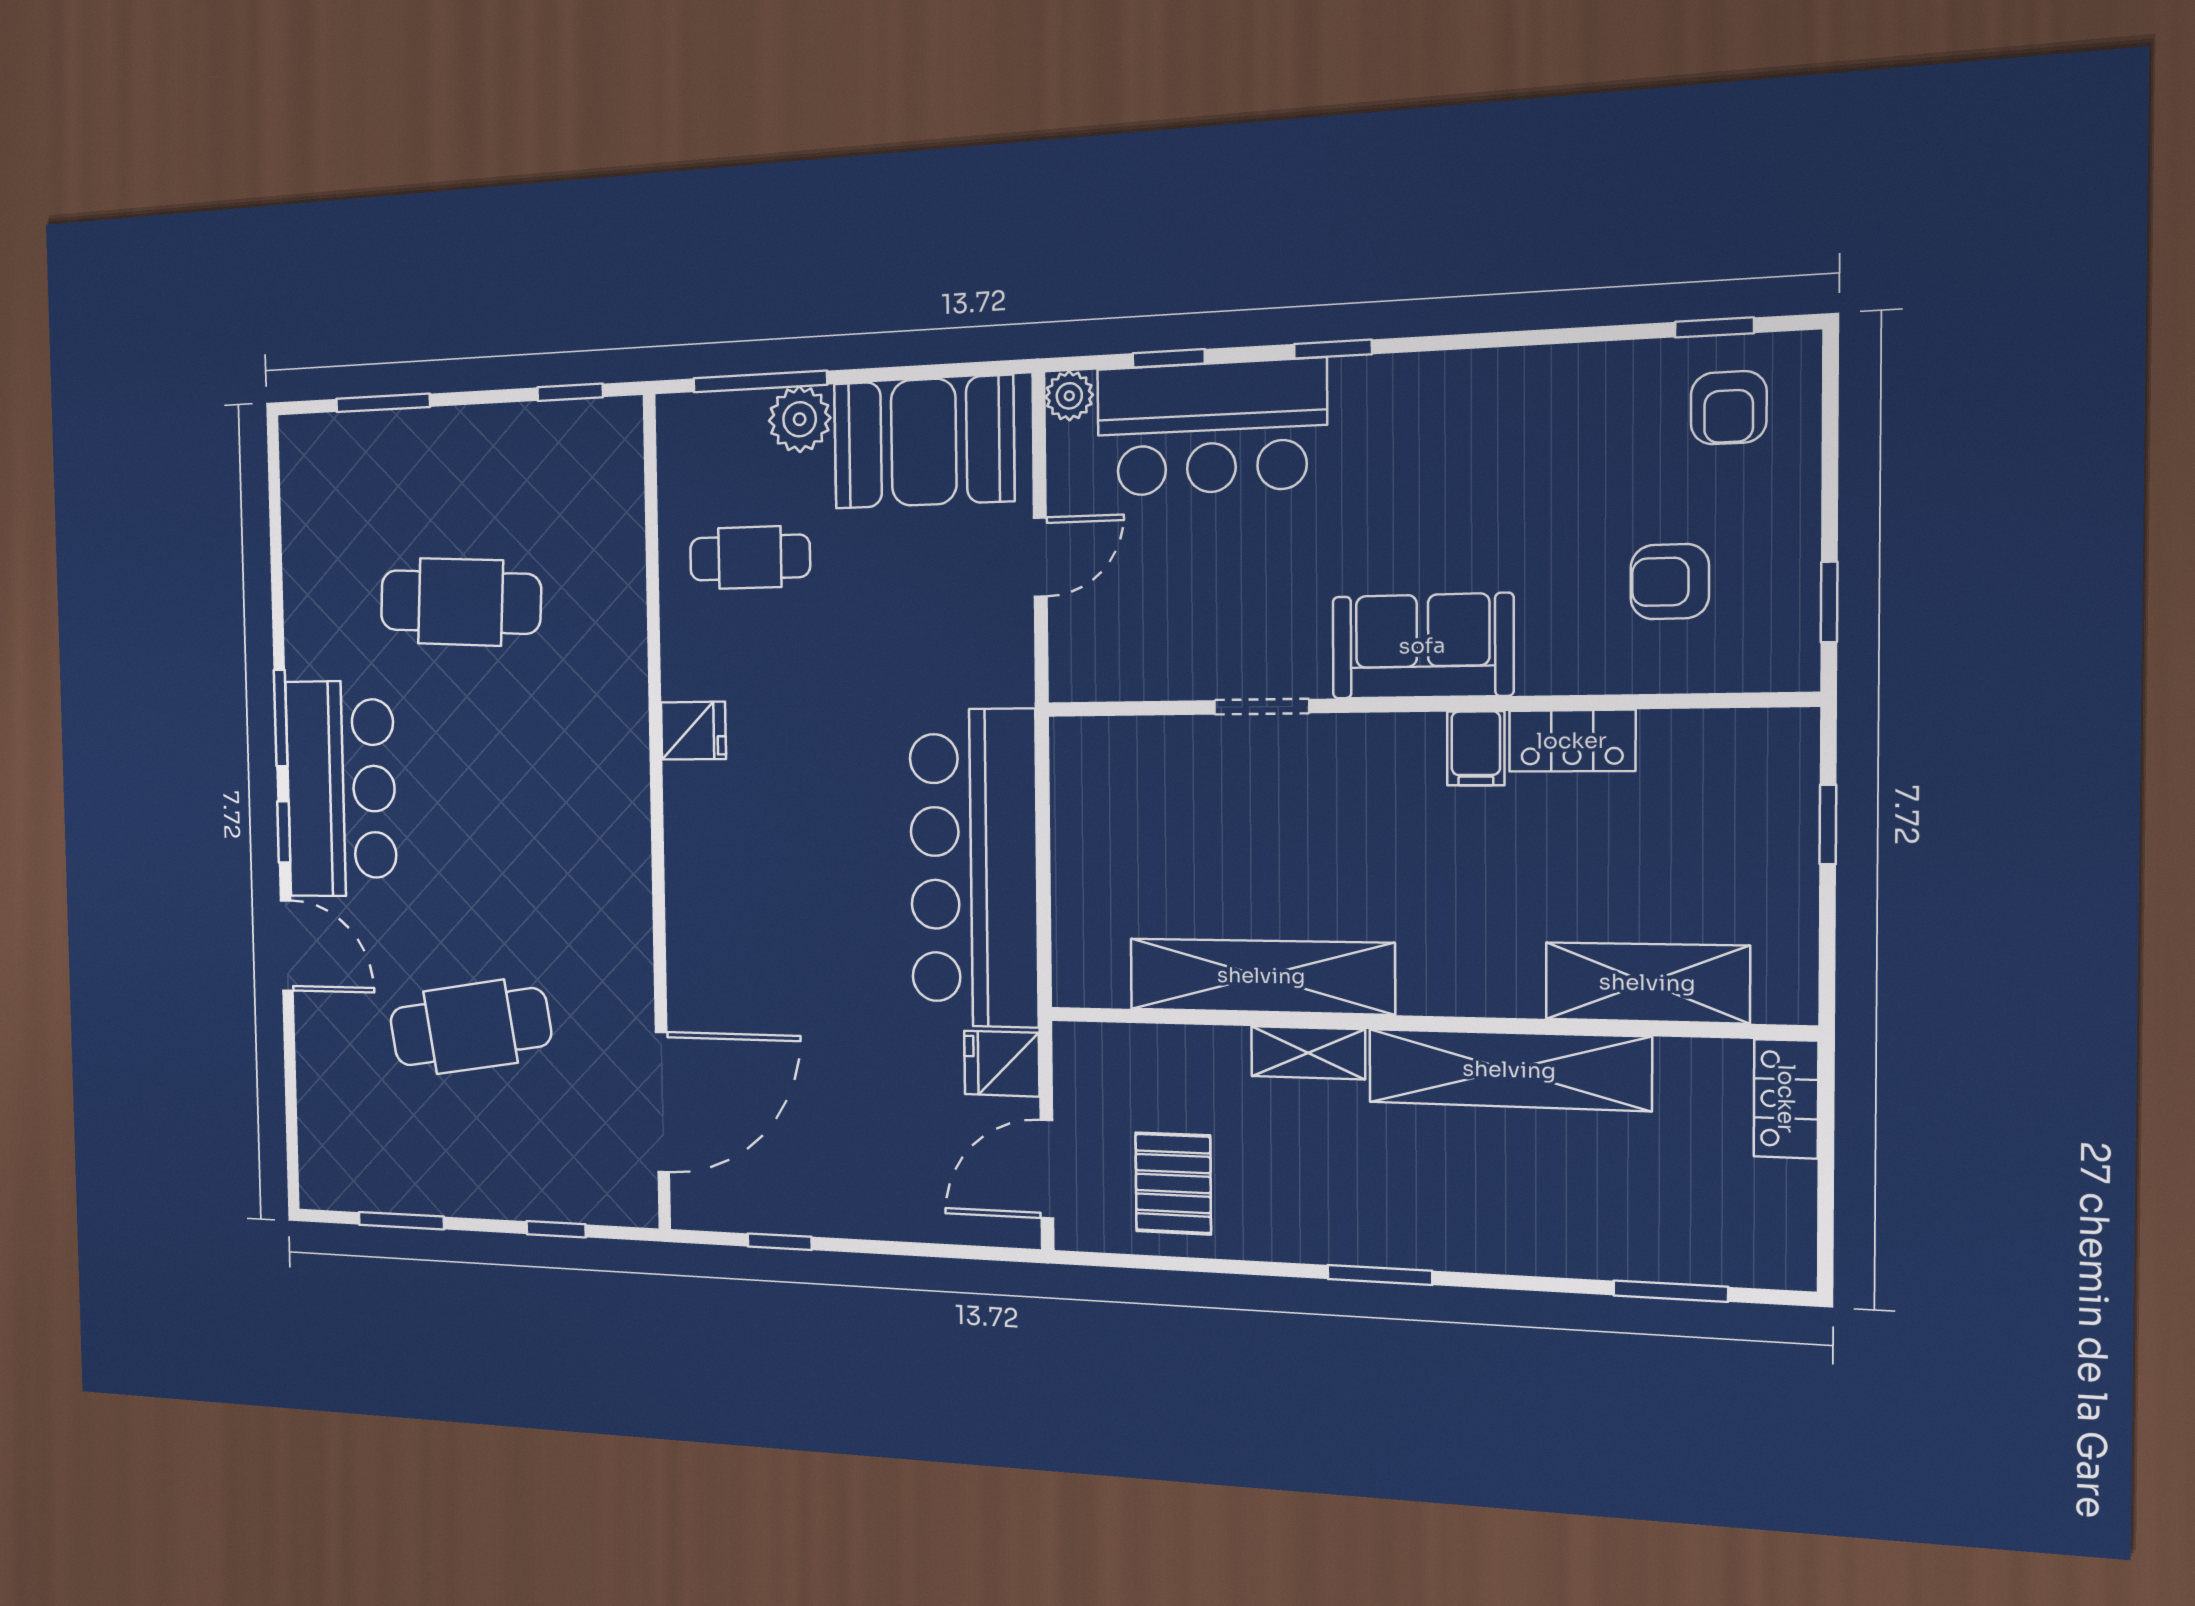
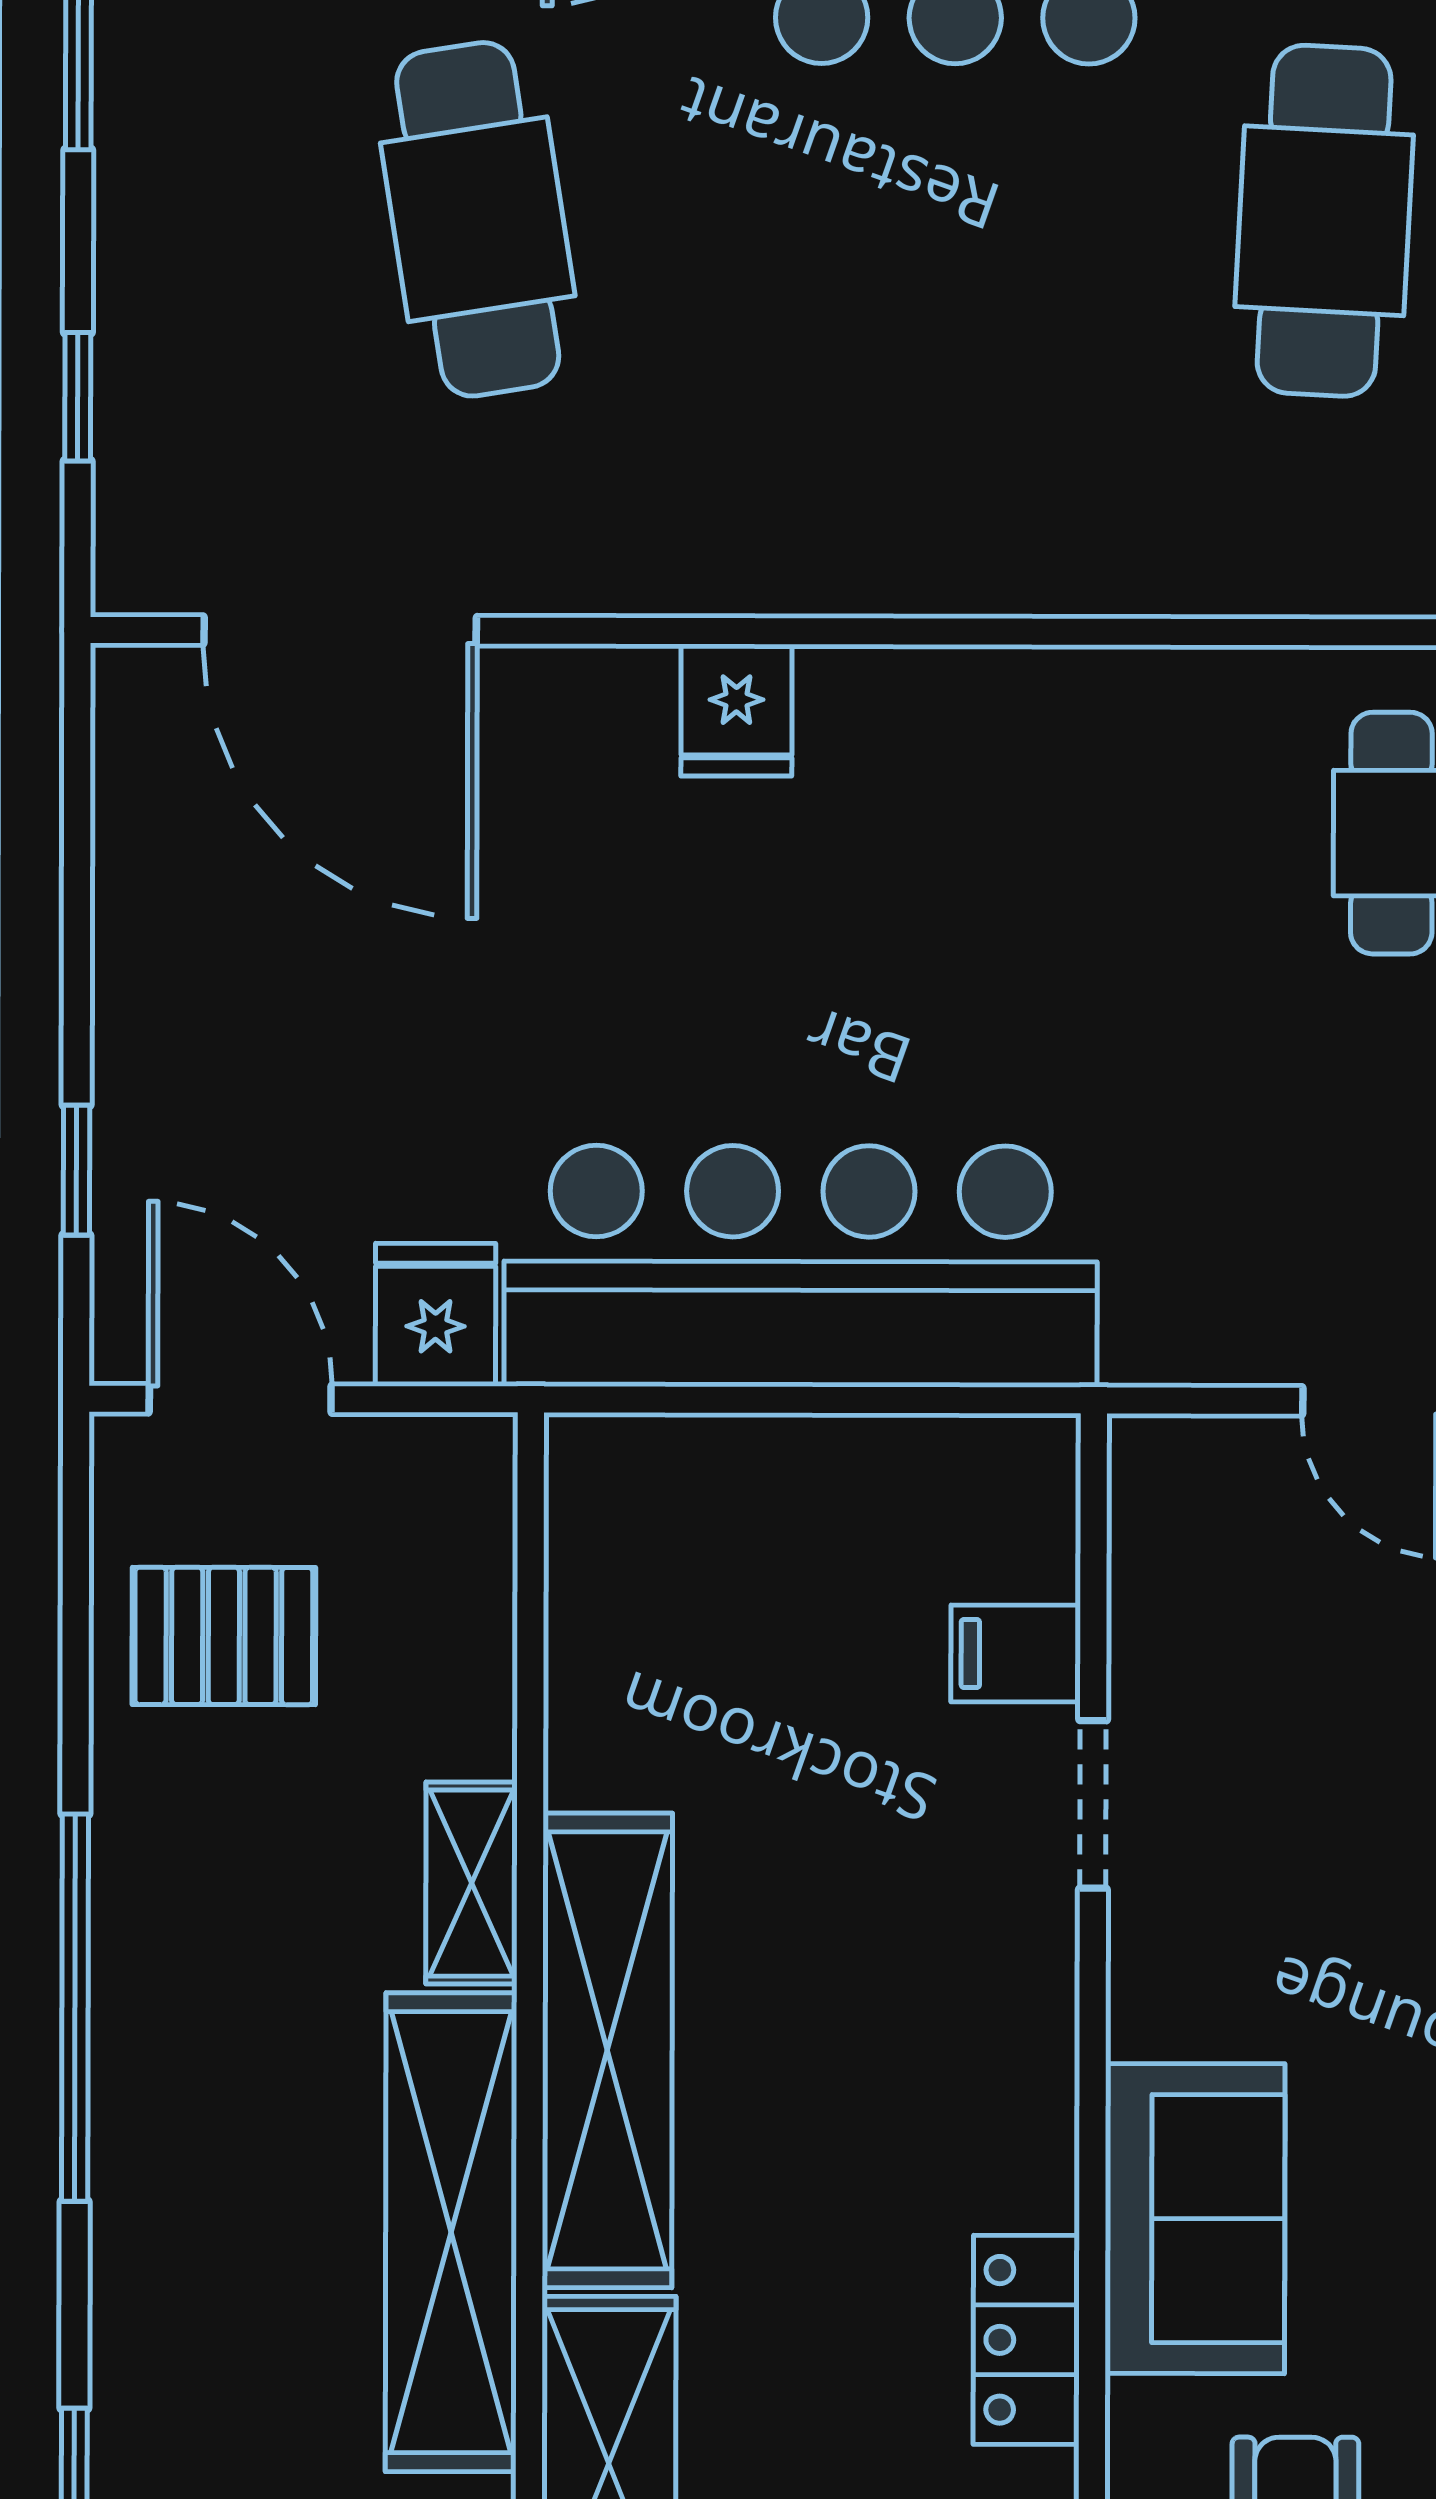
sofa: (1422, 646) -> (1195, 2219), moved
fridge: (693, 731) -> (736, 710), moved
filing cabinet: (1476, 748) -> (1016, 1654), moved
shelving: (1261, 976) -> (607, 2050), moved
window: (780, 1242) -> (76, 1170), moved
window: (1380, 1275) -> (75, 2008), width x2.11

